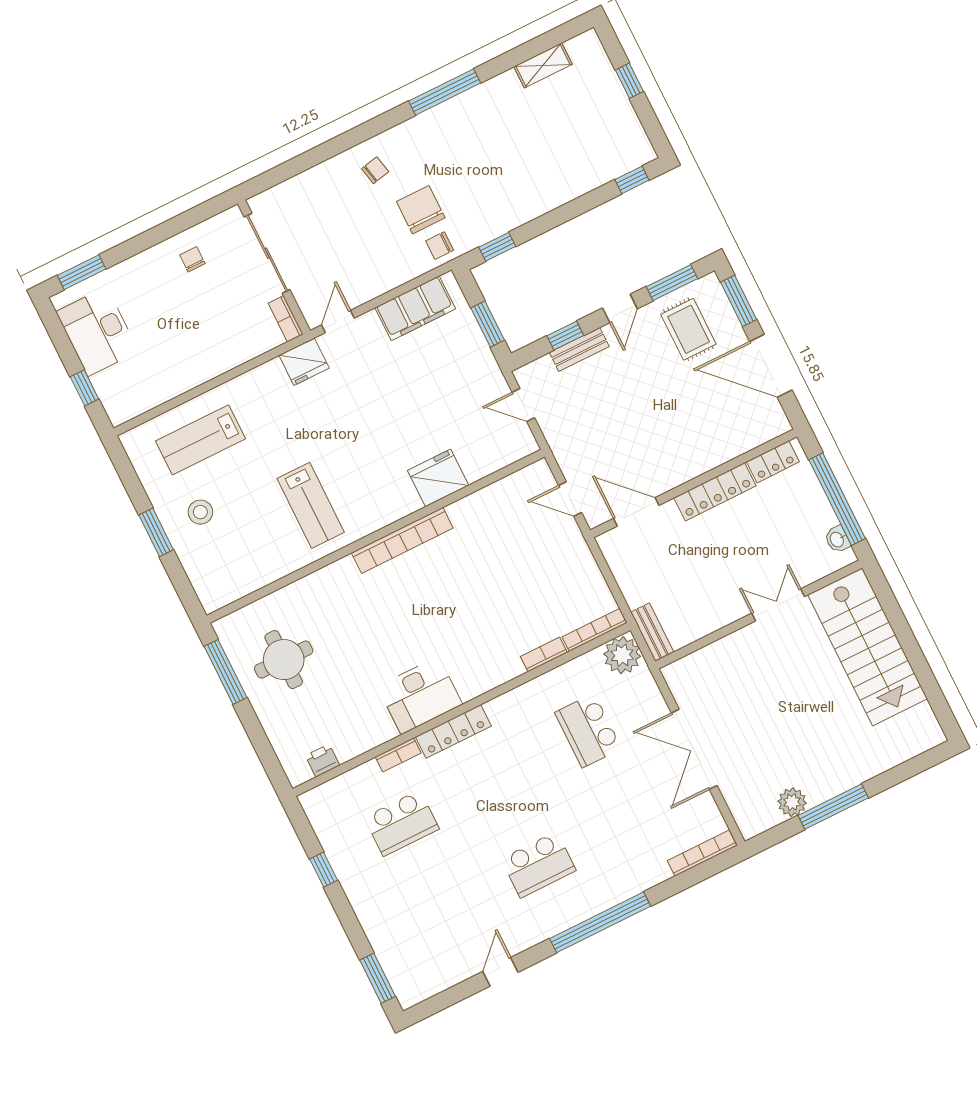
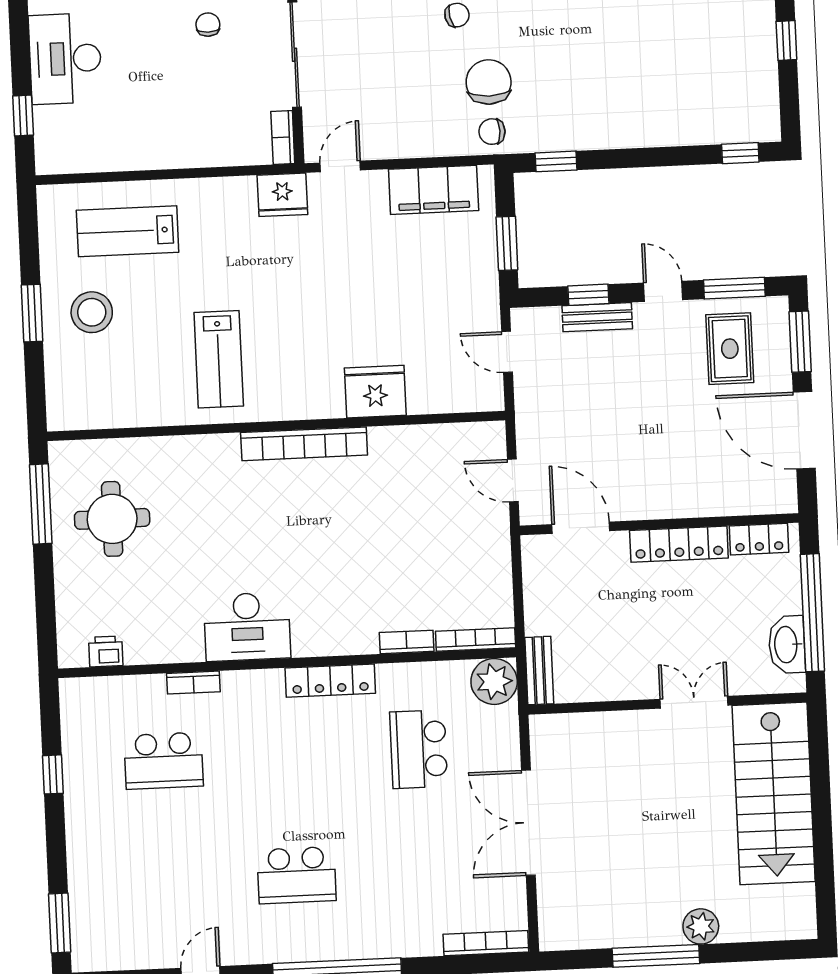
door: (620, 308) -> (663, 291), swing flipped
stool: (200, 512) -> (92, 312), width x1.38, depth x1.38
washbasin: (837, 539) -> (787, 645), width x1.91, depth x1.45
locker: (453, 731) -> (330, 681), moved
plant: (792, 802) -> (701, 926), moved

